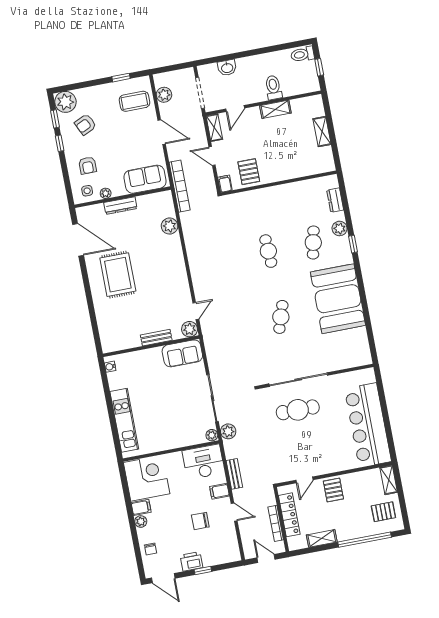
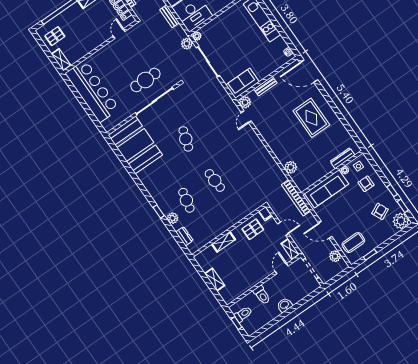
toilet: (302, 54) -> (243, 314), moved
washbasin: (227, 68) -> (285, 305), moved
shelving: (275, 109) -> (224, 242), moved
pallet: (249, 172) -> (253, 229), turned 90
sofa: (145, 179) -> (327, 189), width x1.36
dresser: (120, 206) -> (342, 158), moved
door: (78, 240) -> (309, 71), moved
booth: (338, 299) -> (135, 145), moved
pallet: (333, 490) -> (96, 36), removed

